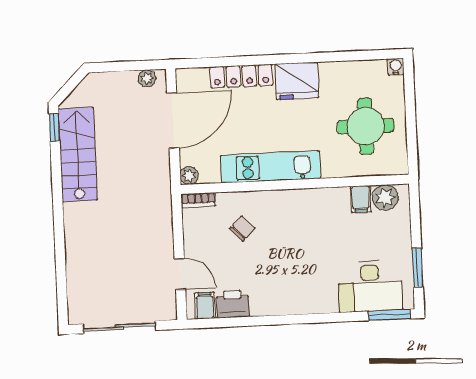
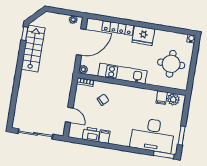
desk: (370, 286) -> (153, 135), width x1.36, depth x1.30
filing cabinet: (205, 306) -> (104, 137), moved

